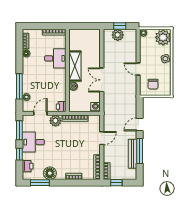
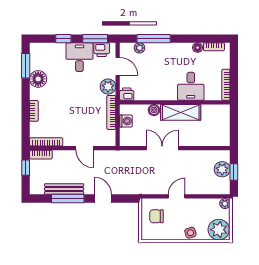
washing machine: (96, 107) -> (126, 121), moved
printer: (28, 166) -> (102, 50), moved

